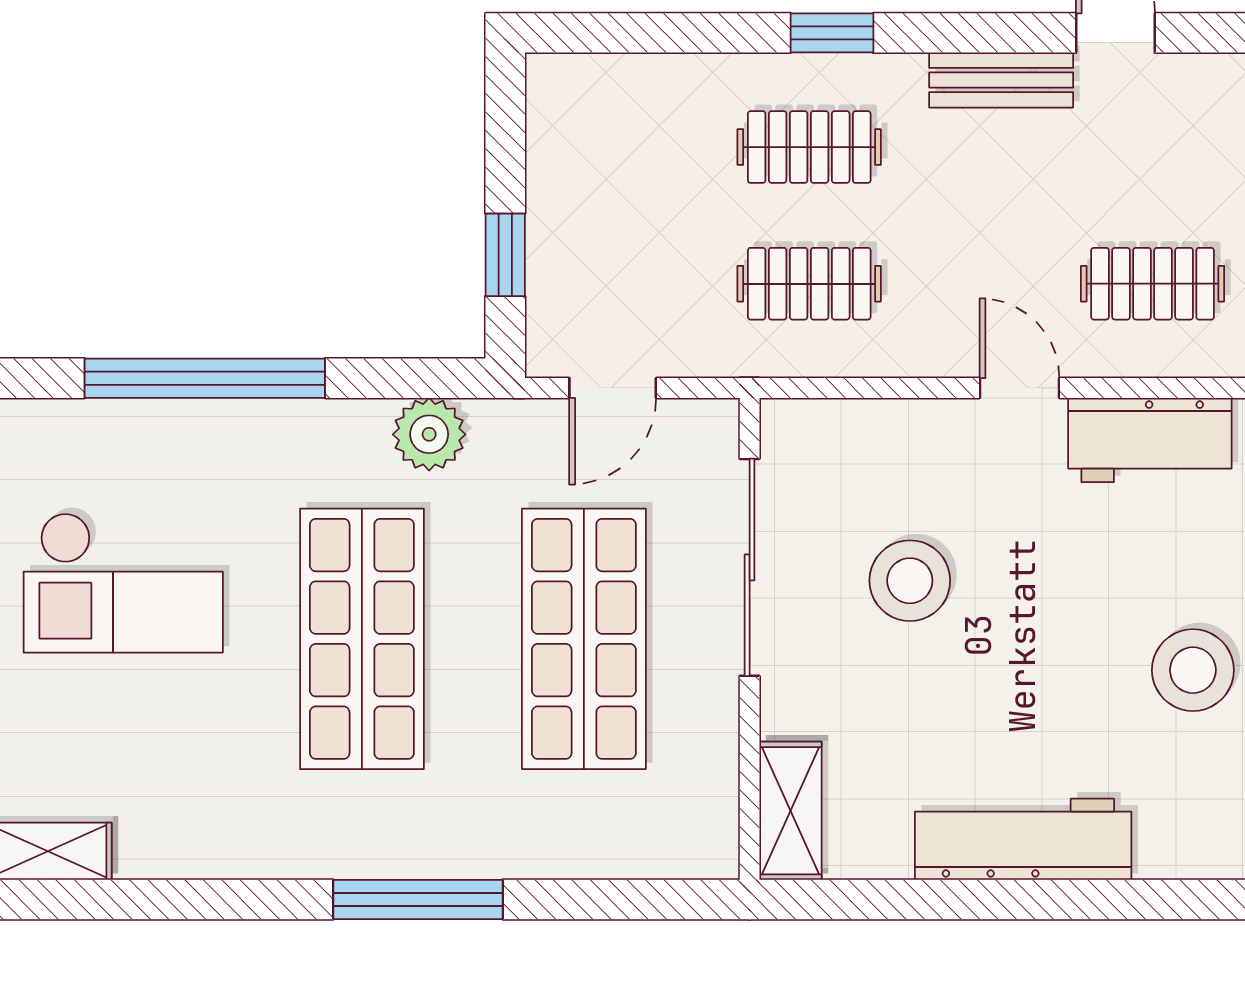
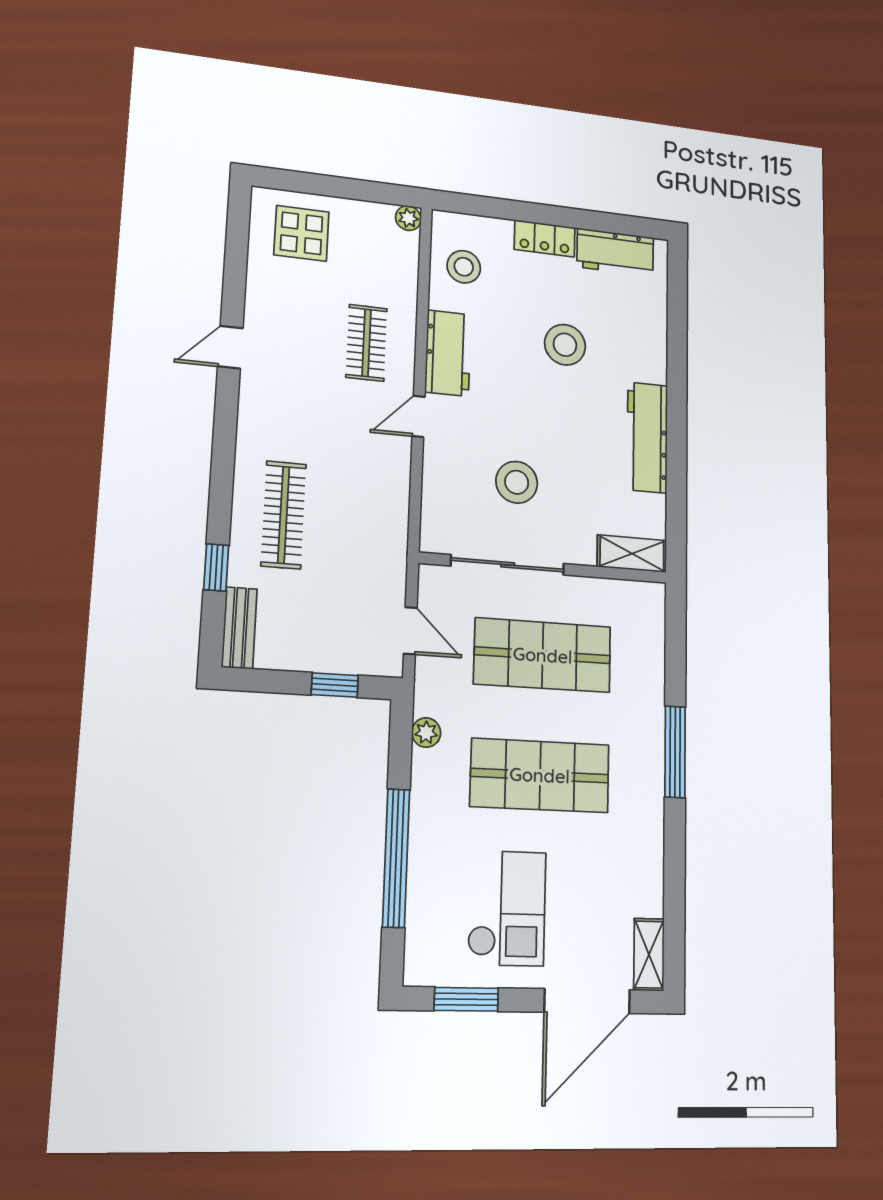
window: (832, 33) -> (216, 568), moved
bench: (1001, 80) -> (239, 628), moved
clothes rail: (809, 147) -> (284, 515), width x1.36
clothes rail: (809, 284) -> (358, 521), removed
plant: (429, 434) -> (426, 733), width x0.73, depth x0.73

